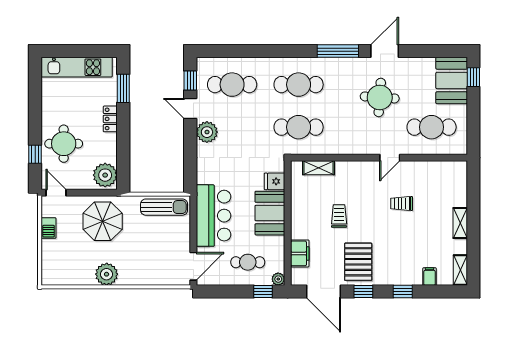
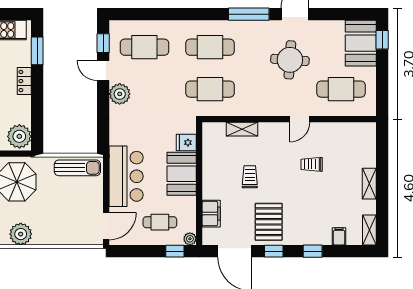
shelving: (318, 168) -> (242, 129), moved

